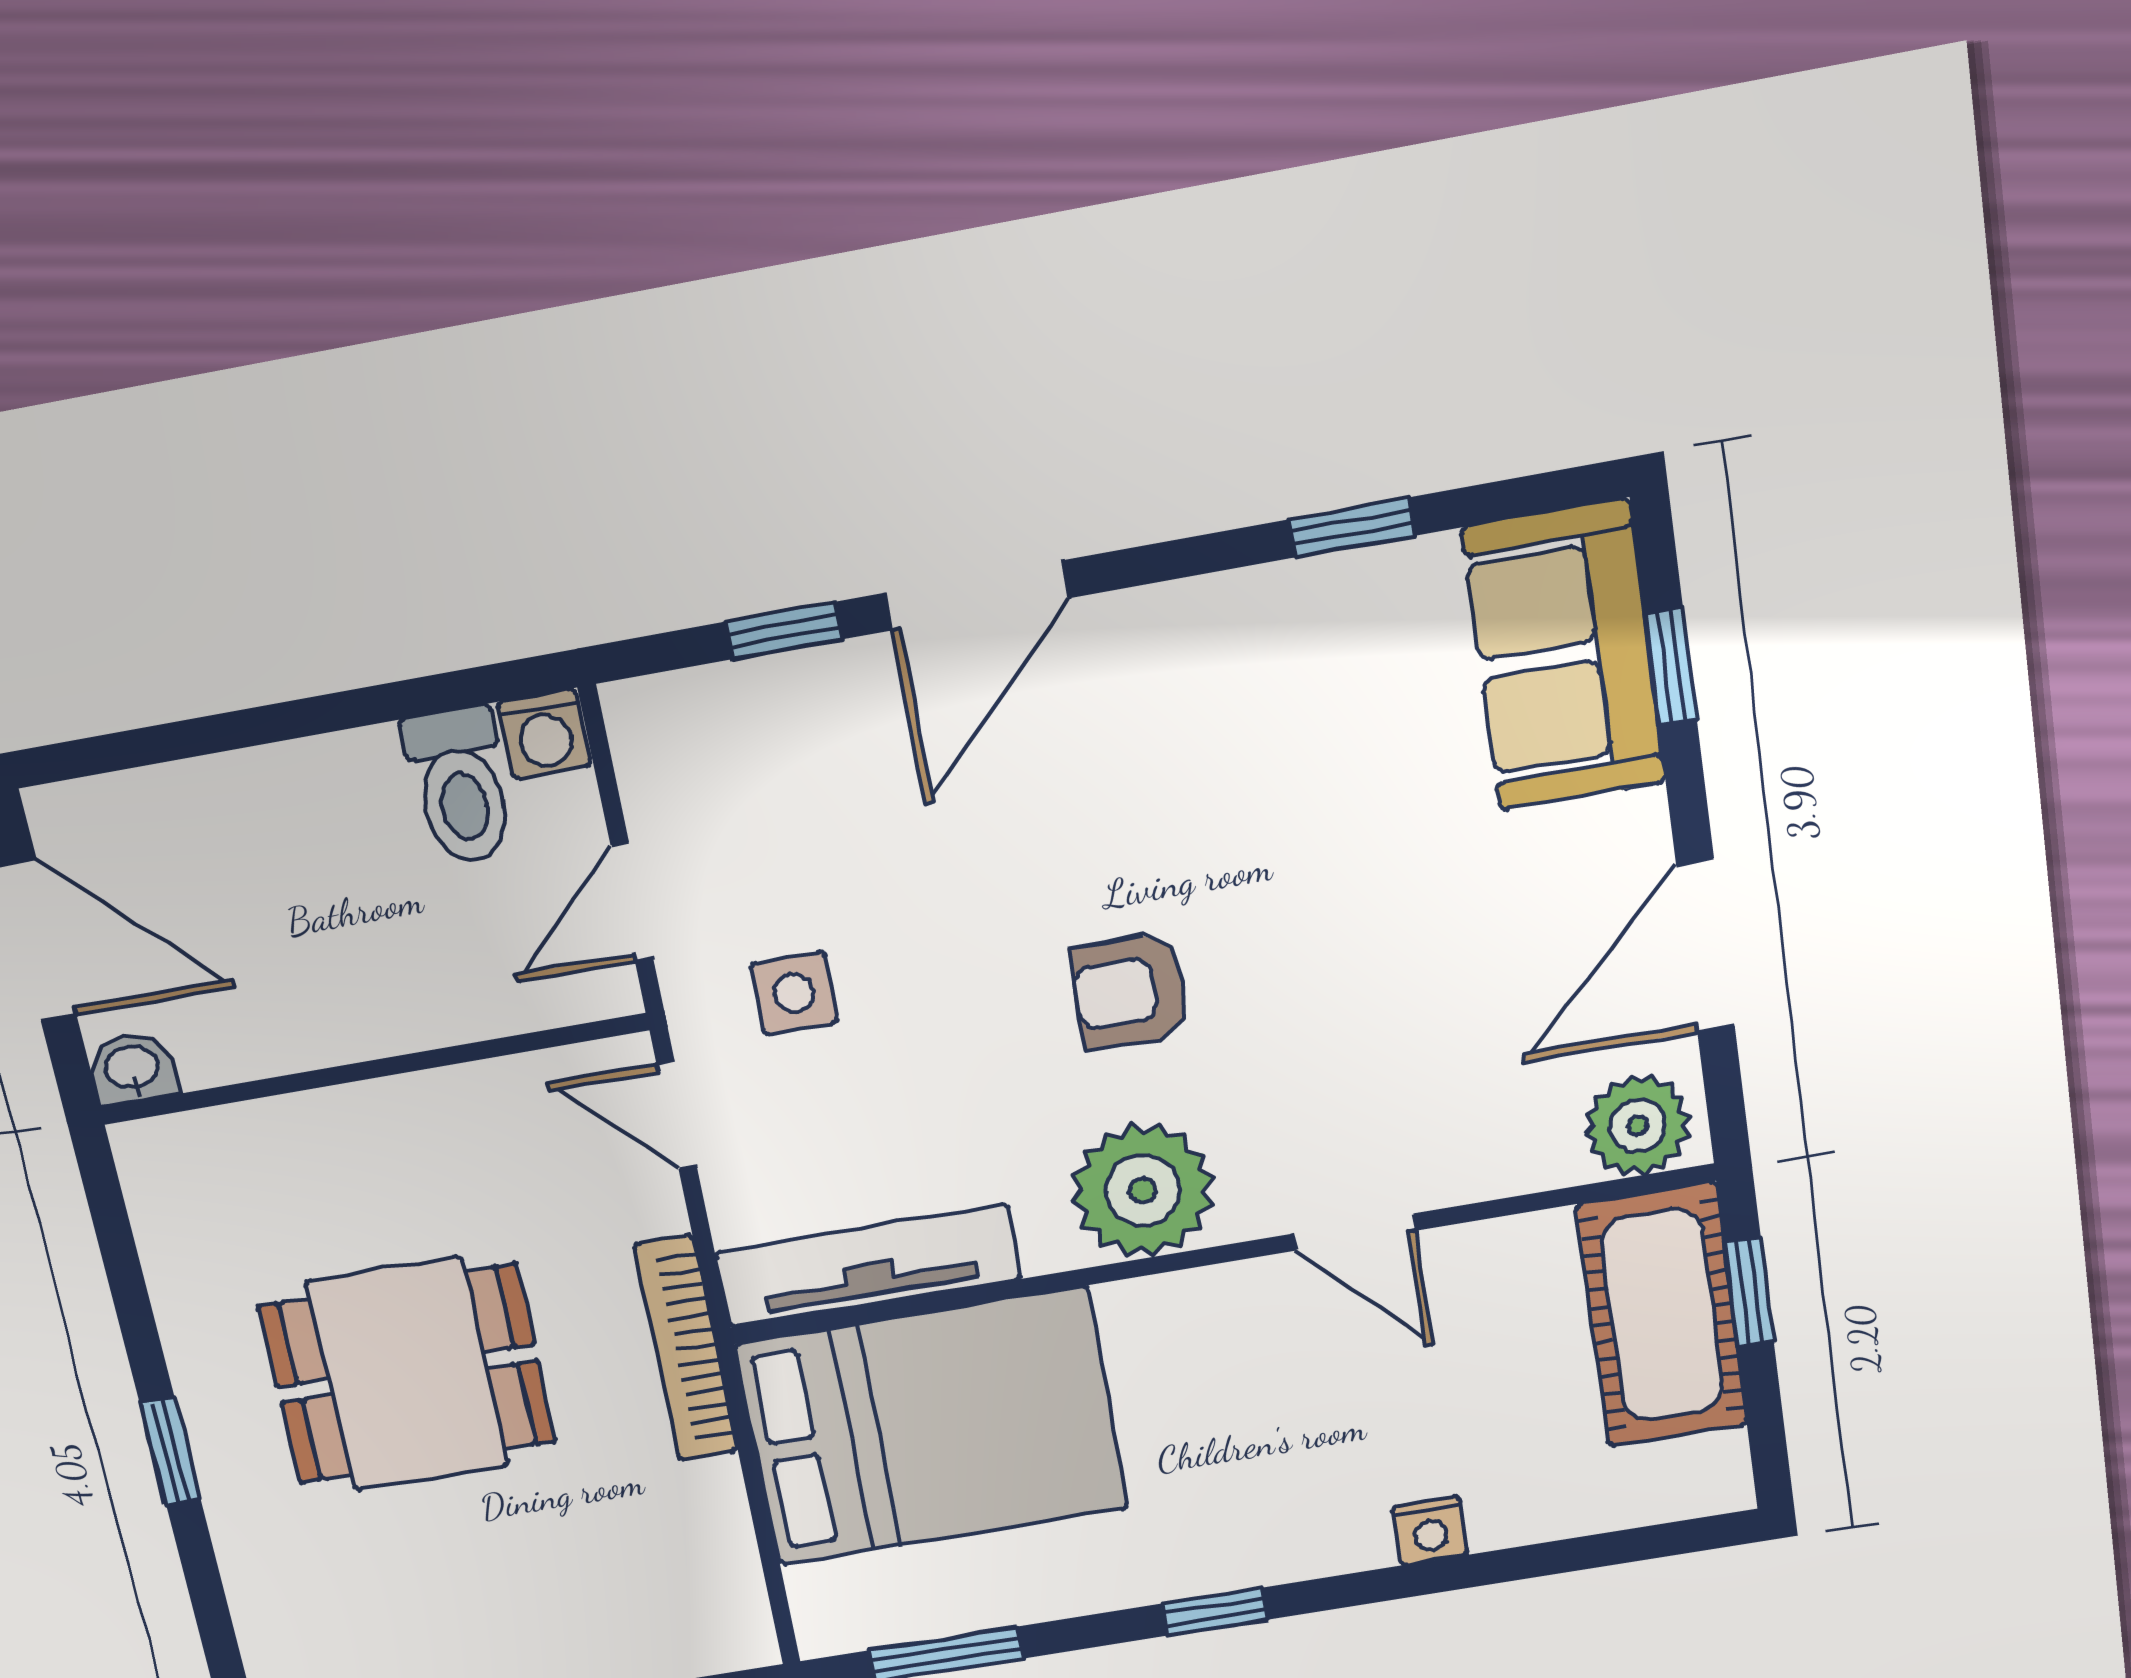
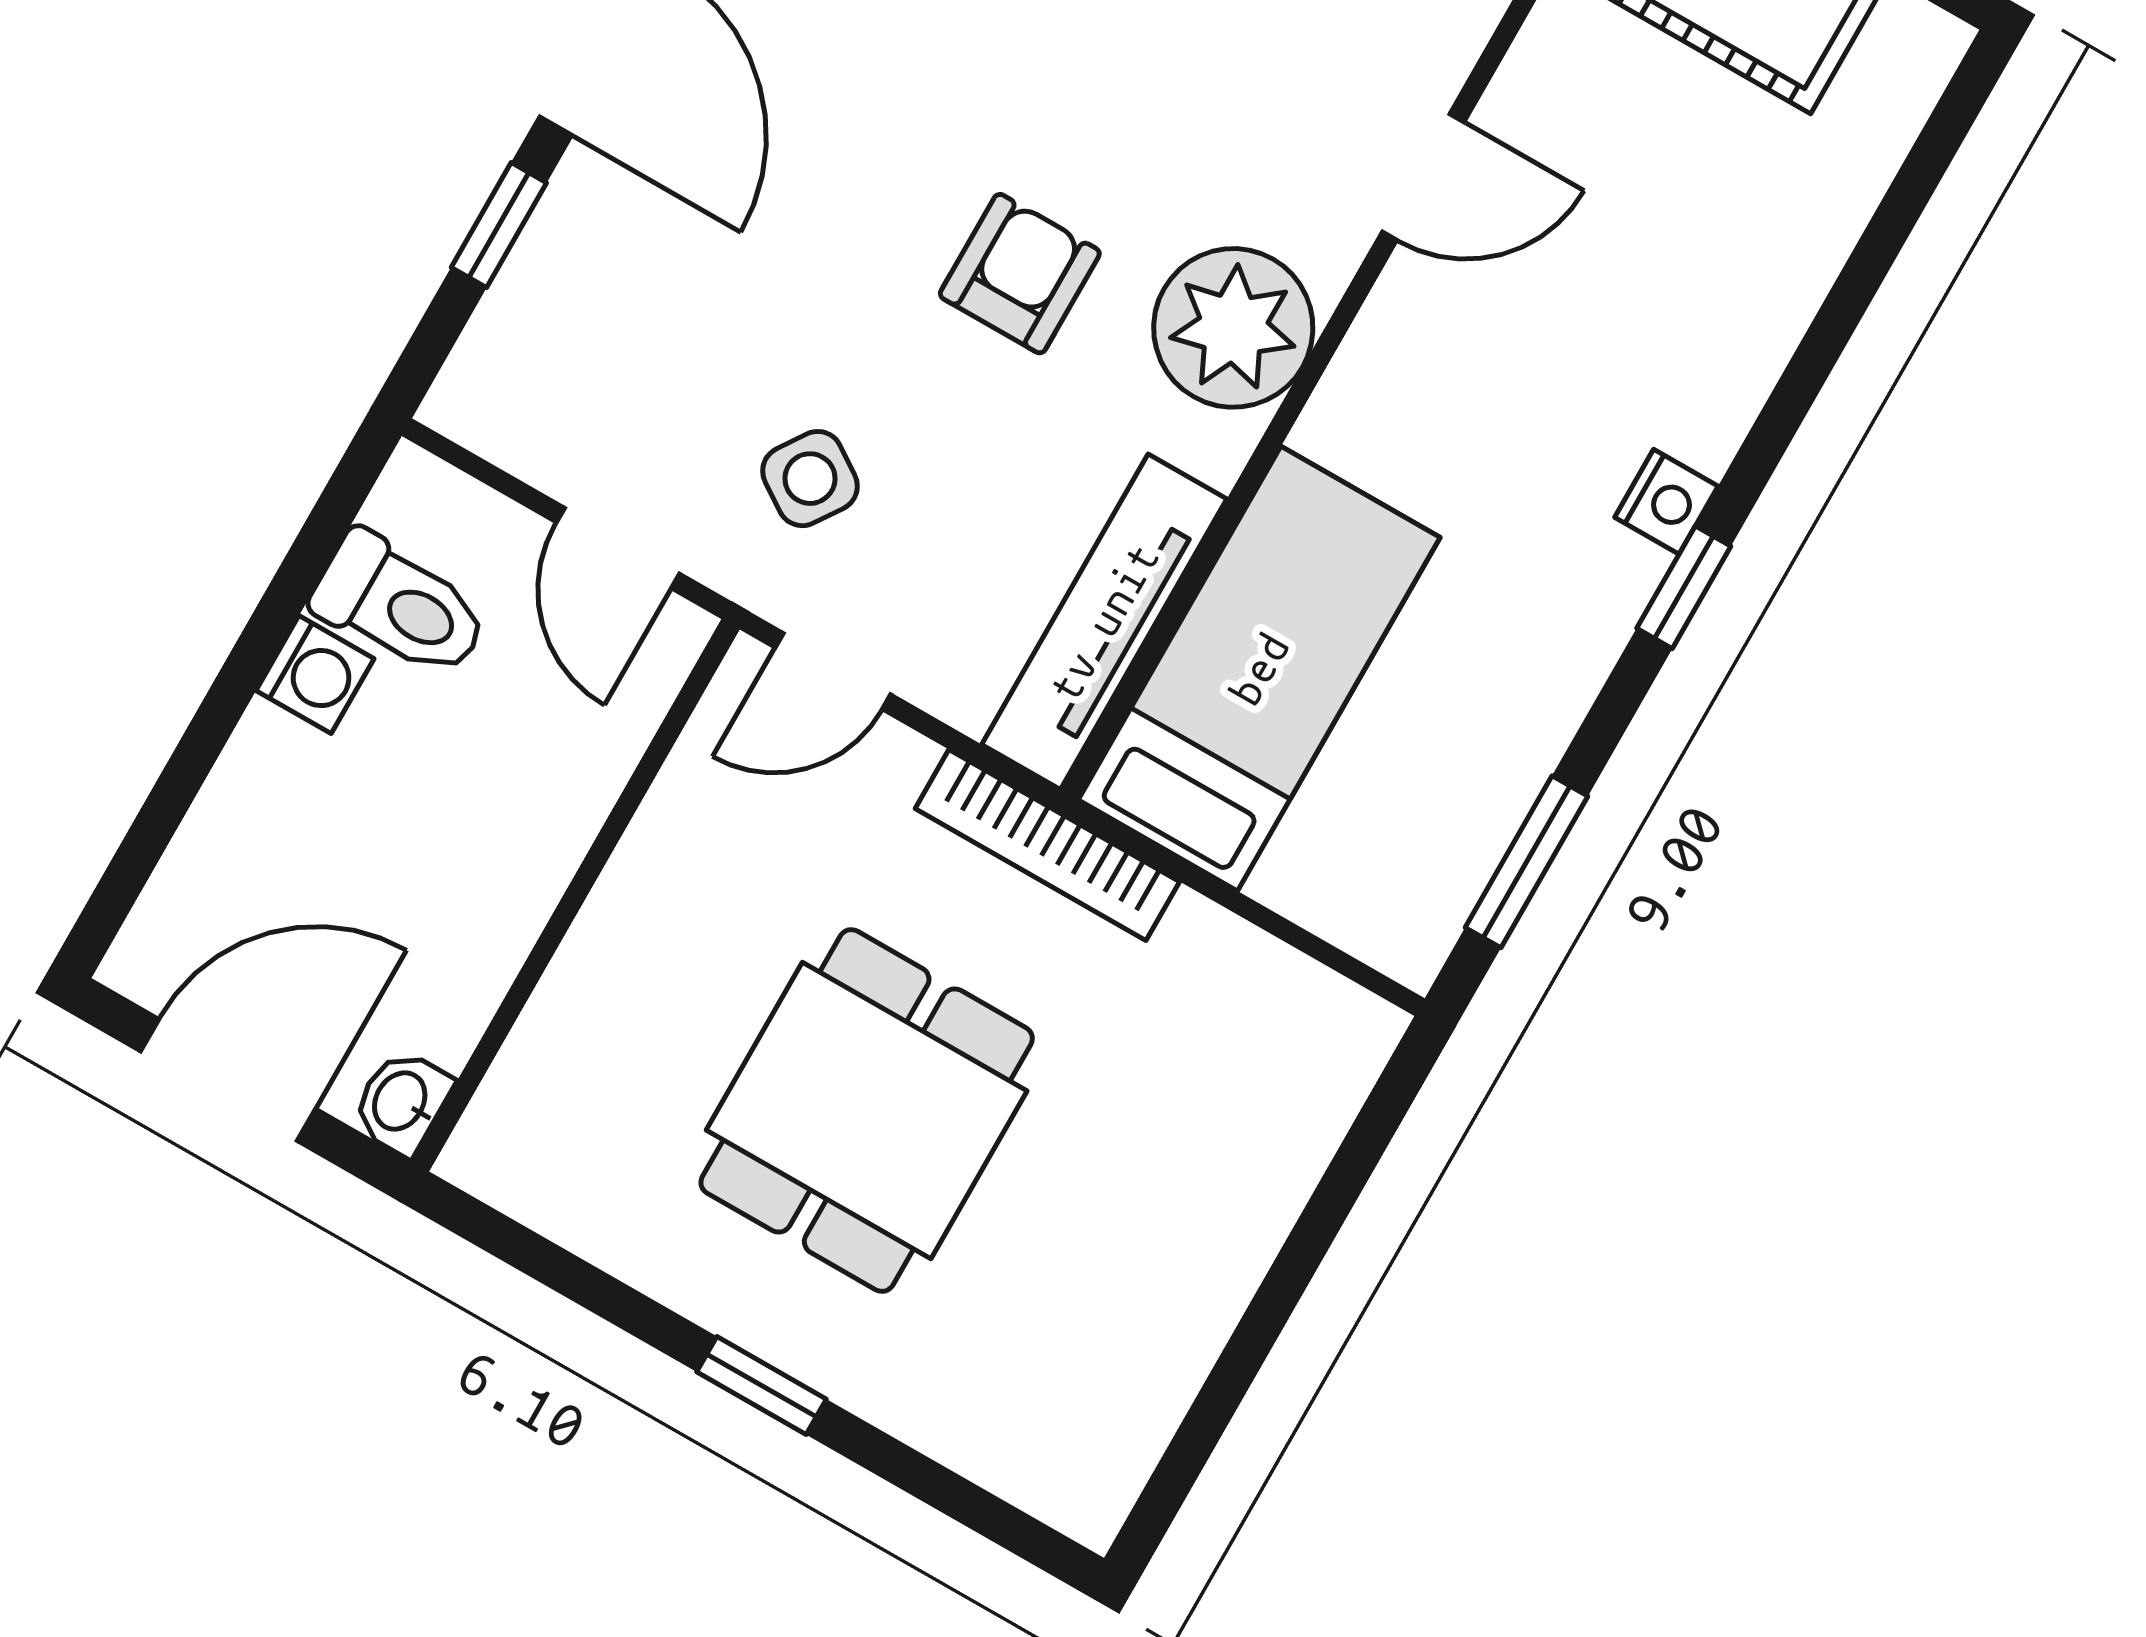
washing machine: (544, 734) -> (315, 675), moved
armchair: (1130, 991) -> (1020, 274), moved, turned 180
side table: (794, 993) -> (810, 479), turned 34
bed: (932, 1427) -> (1259, 669), width x0.67
nightstand: (1430, 1531) -> (1666, 502), moved

